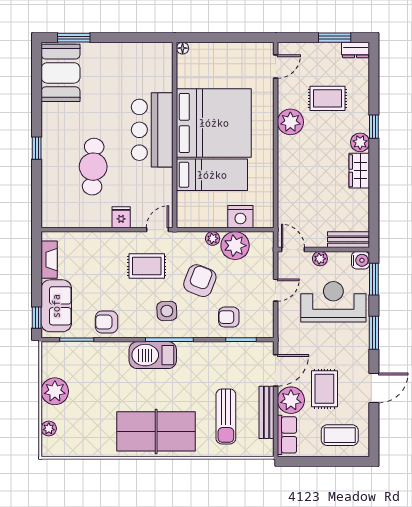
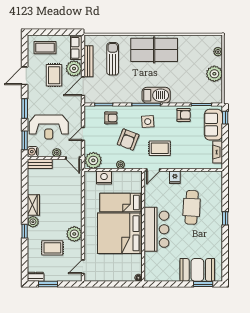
booth: (61, 73) -> (197, 270), moved, turned 90
plant: (235, 246) -> (93, 160), moved

